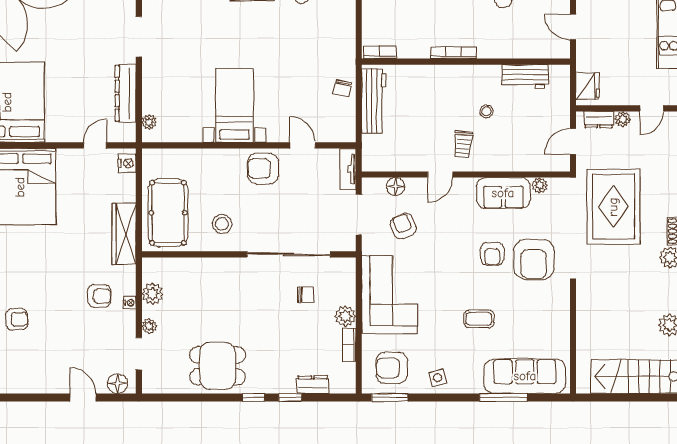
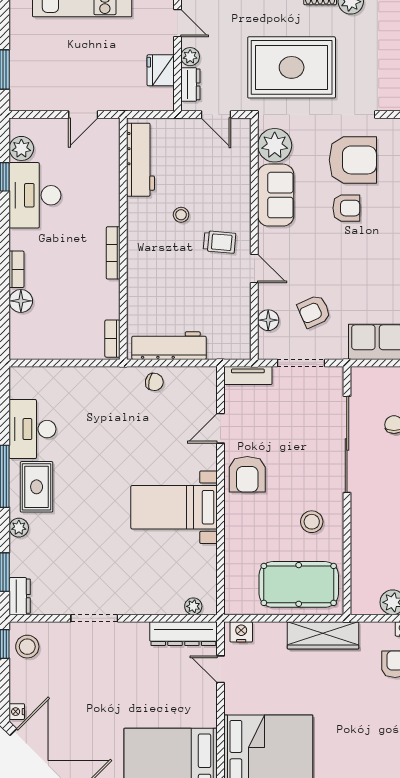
workbench: (525, 76) -> (140, 160), width x1.38
fridge: (587, 86) -> (161, 70), moved, turned -90
dresser: (126, 93) -> (183, 634), moved
plant: (540, 185) -> (275, 145), width x1.87, depth x1.87

